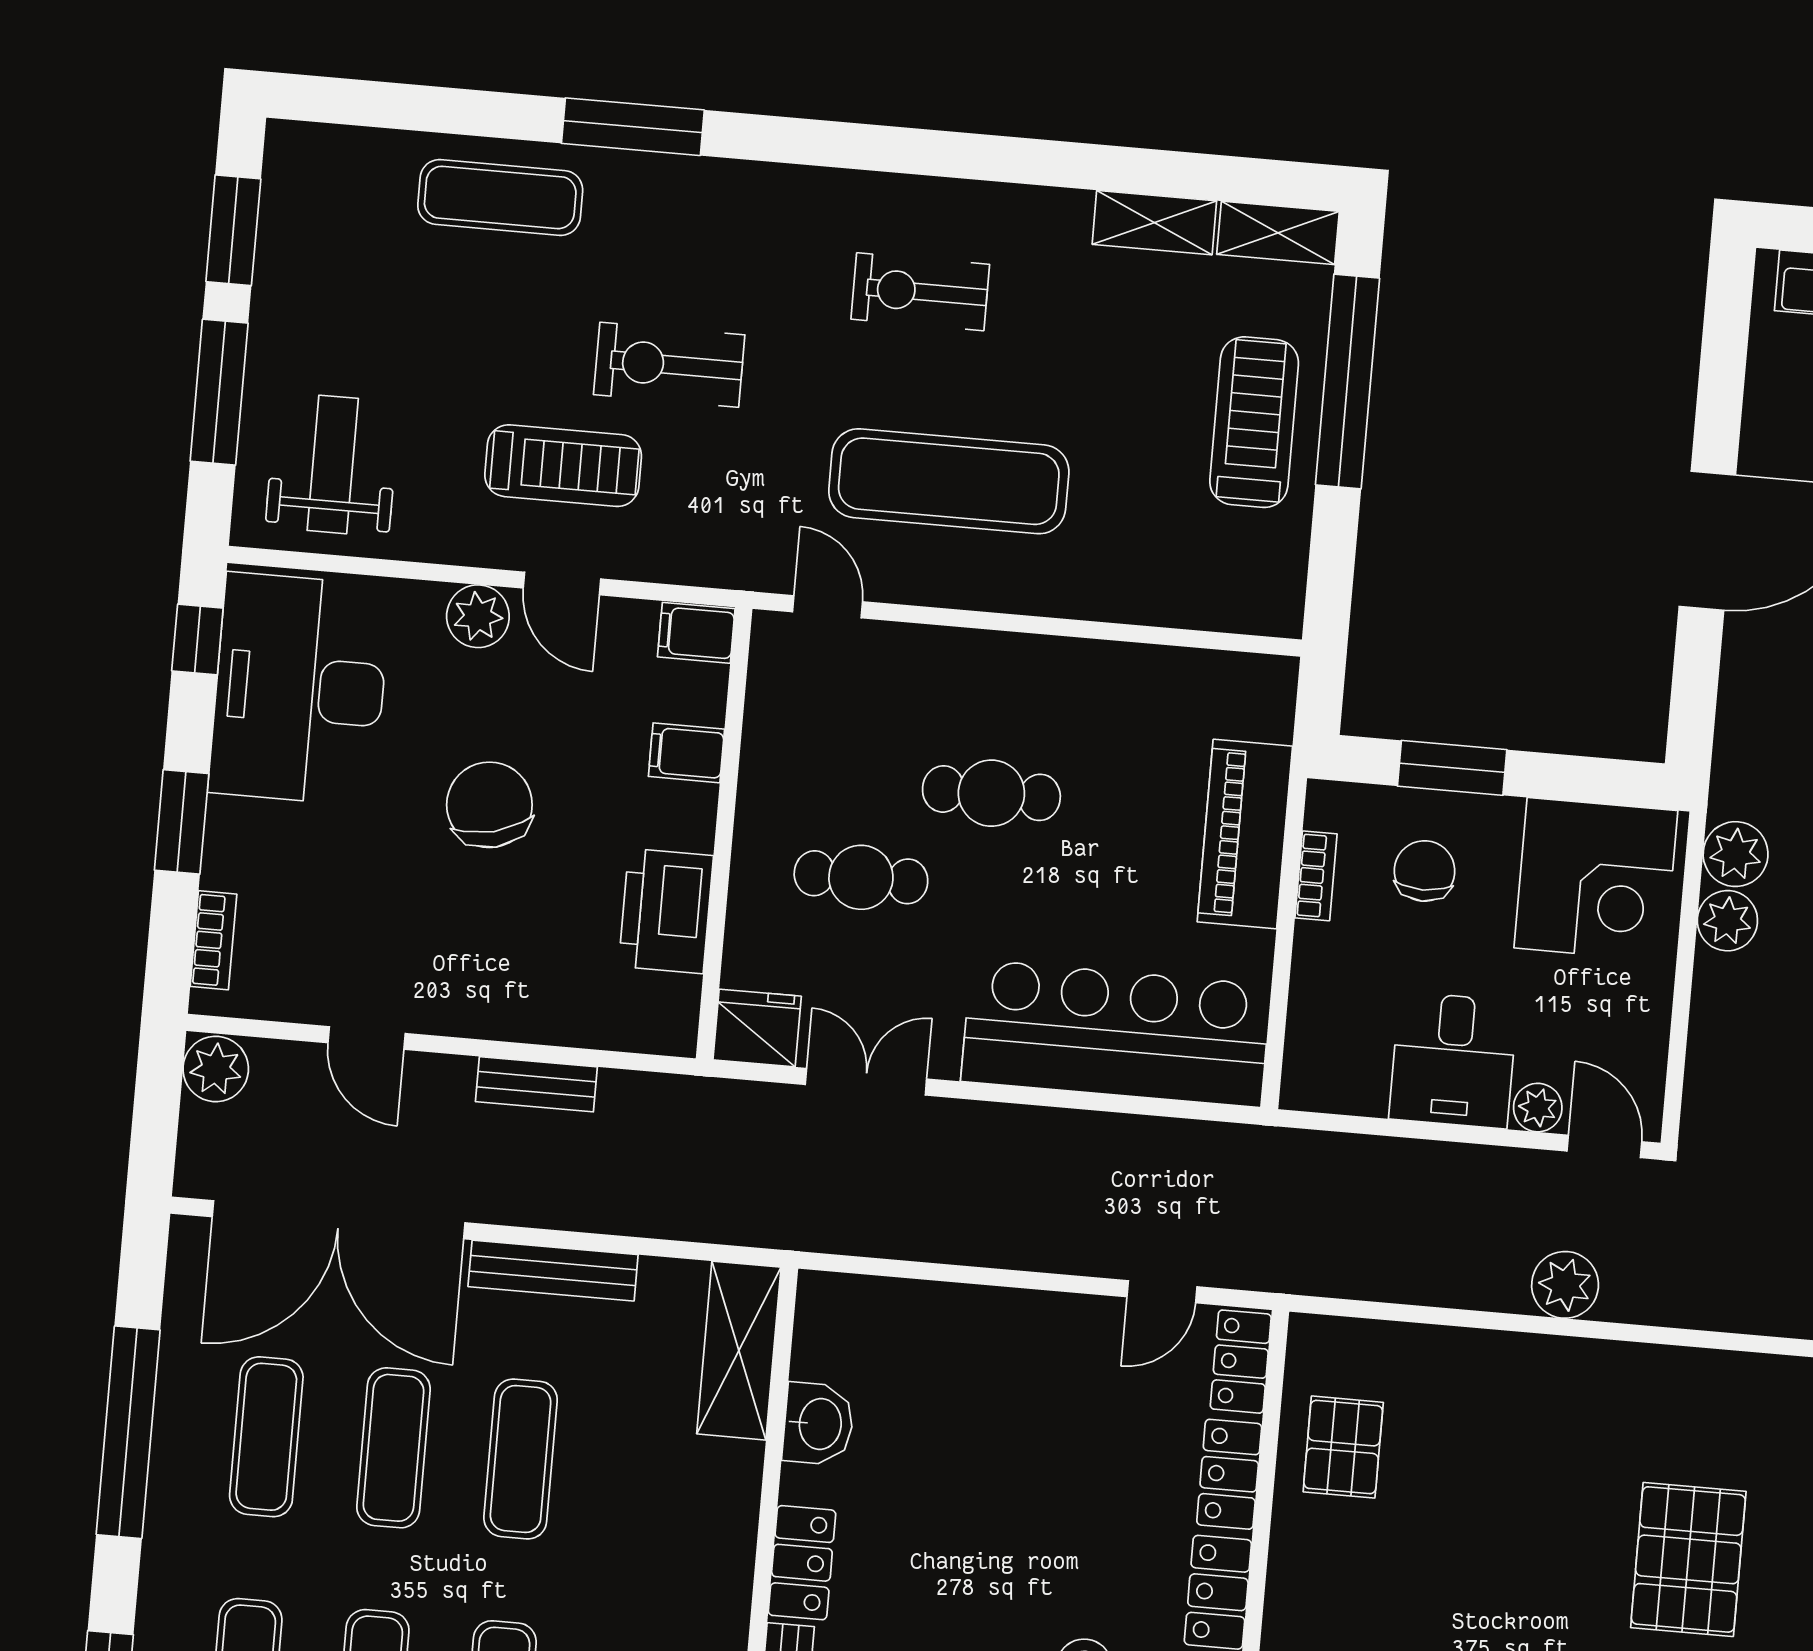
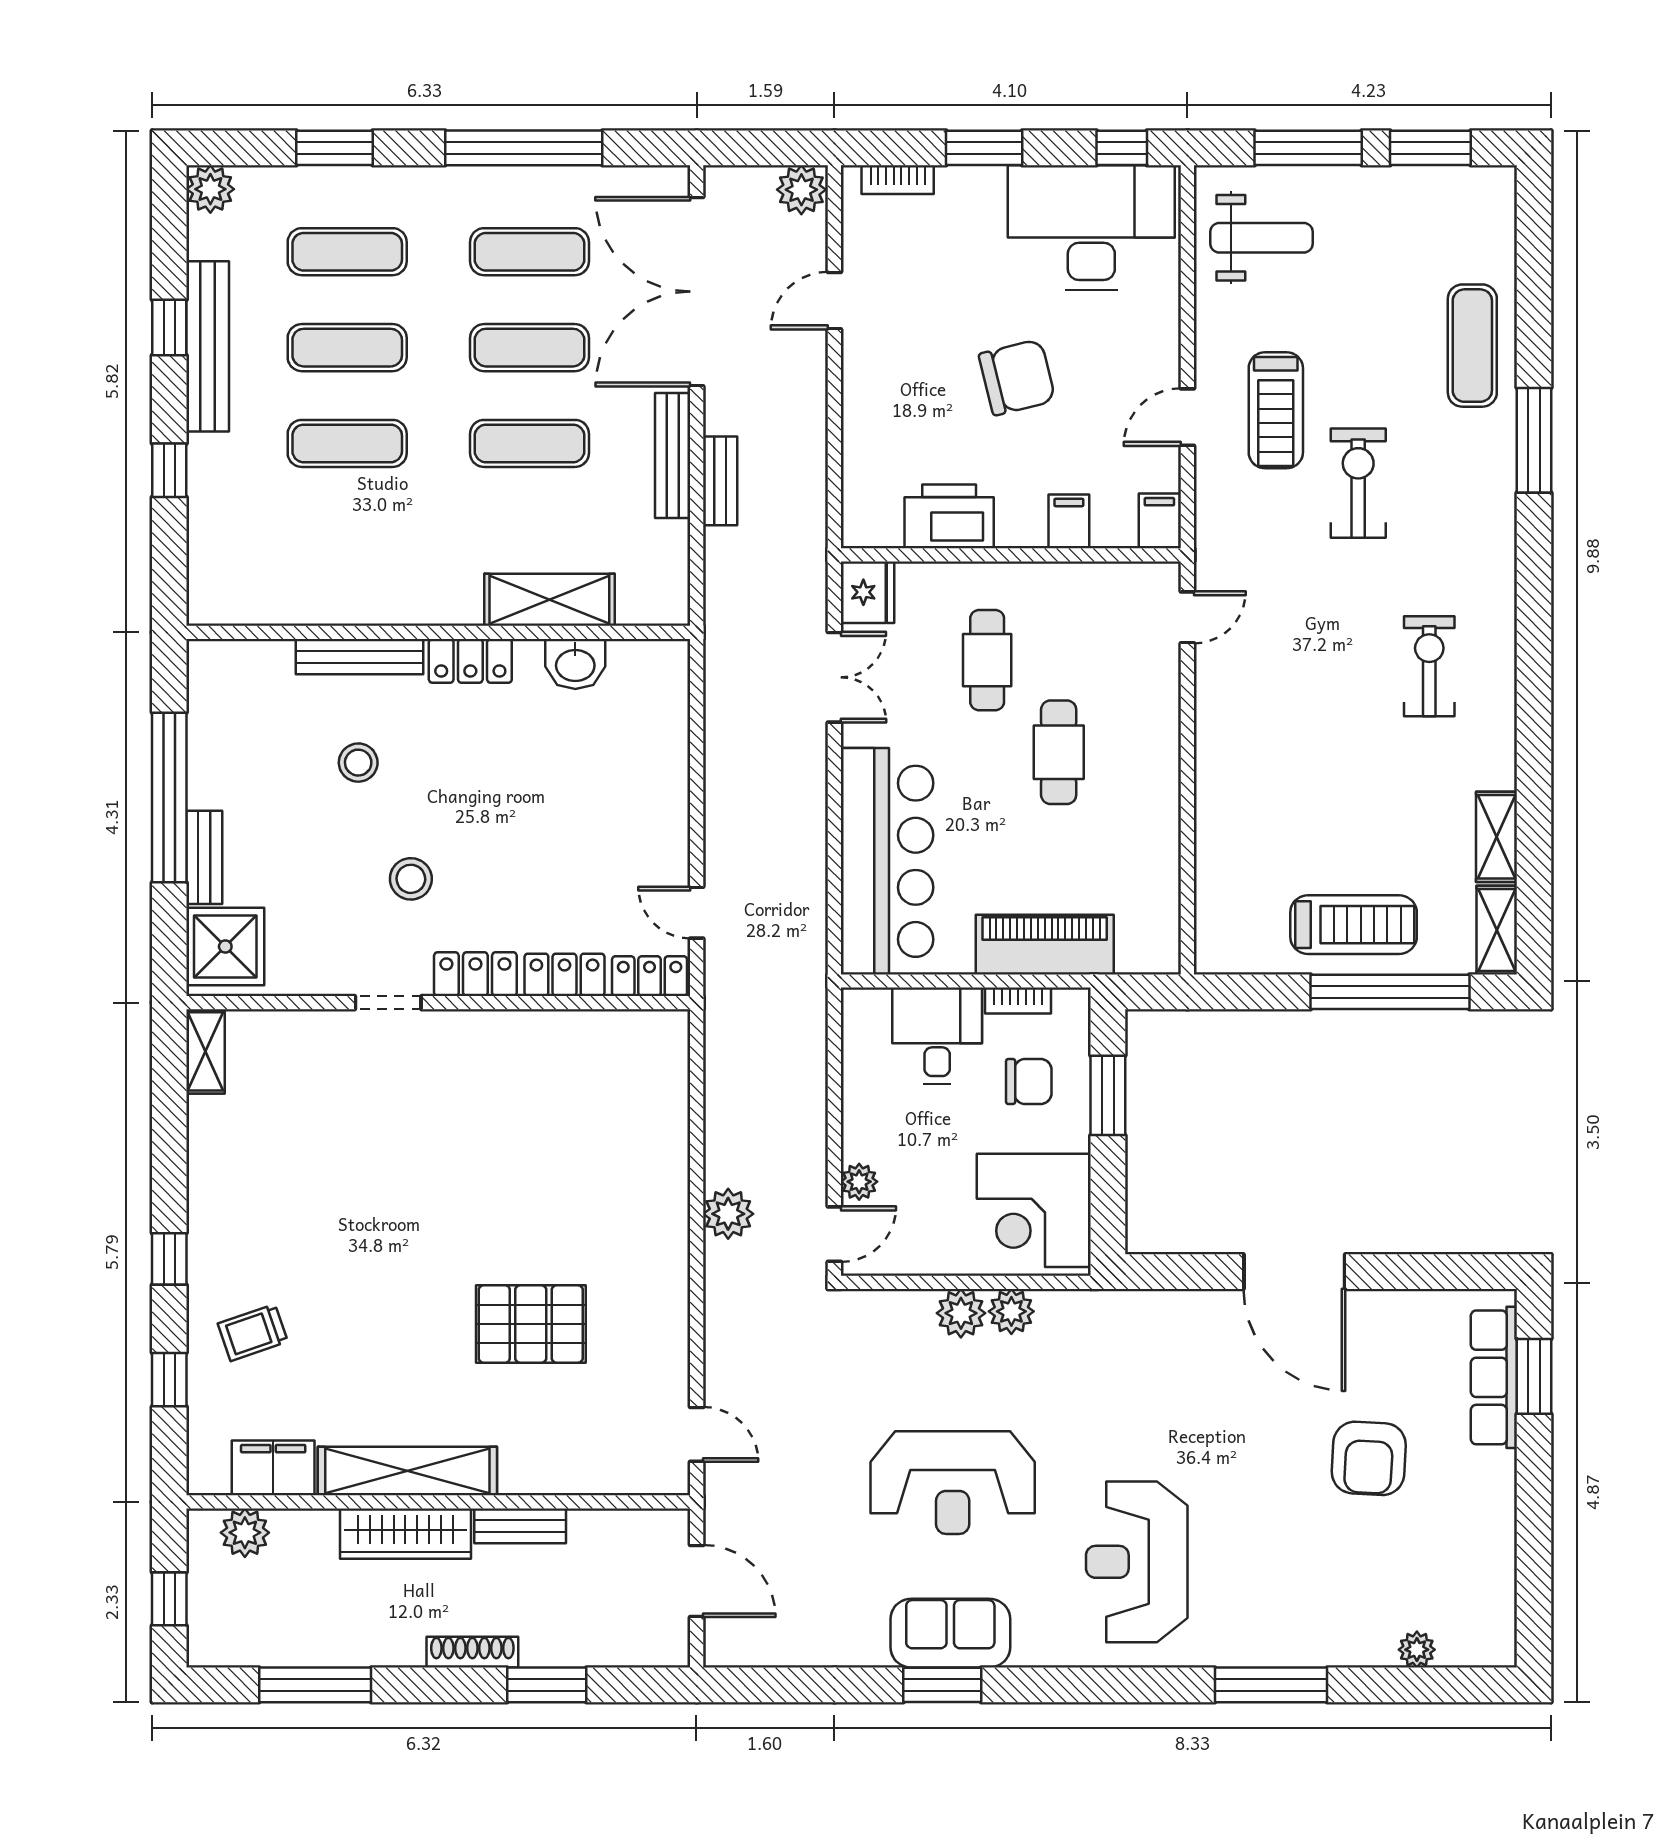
exercise mat: (949, 481) -> (1289, 700), removed
plant: (478, 616) -> (1157, 356), removed
plant: (1736, 854) -> (961, 1313), moved
desk: (1453, 1060) -> (937, 1036), moved, turned 90
bench: (536, 1084) -> (720, 481), moved
shelving: (739, 1351) -> (549, 600), moved
pallet: (1343, 1447) -> (592, 1058), removed

